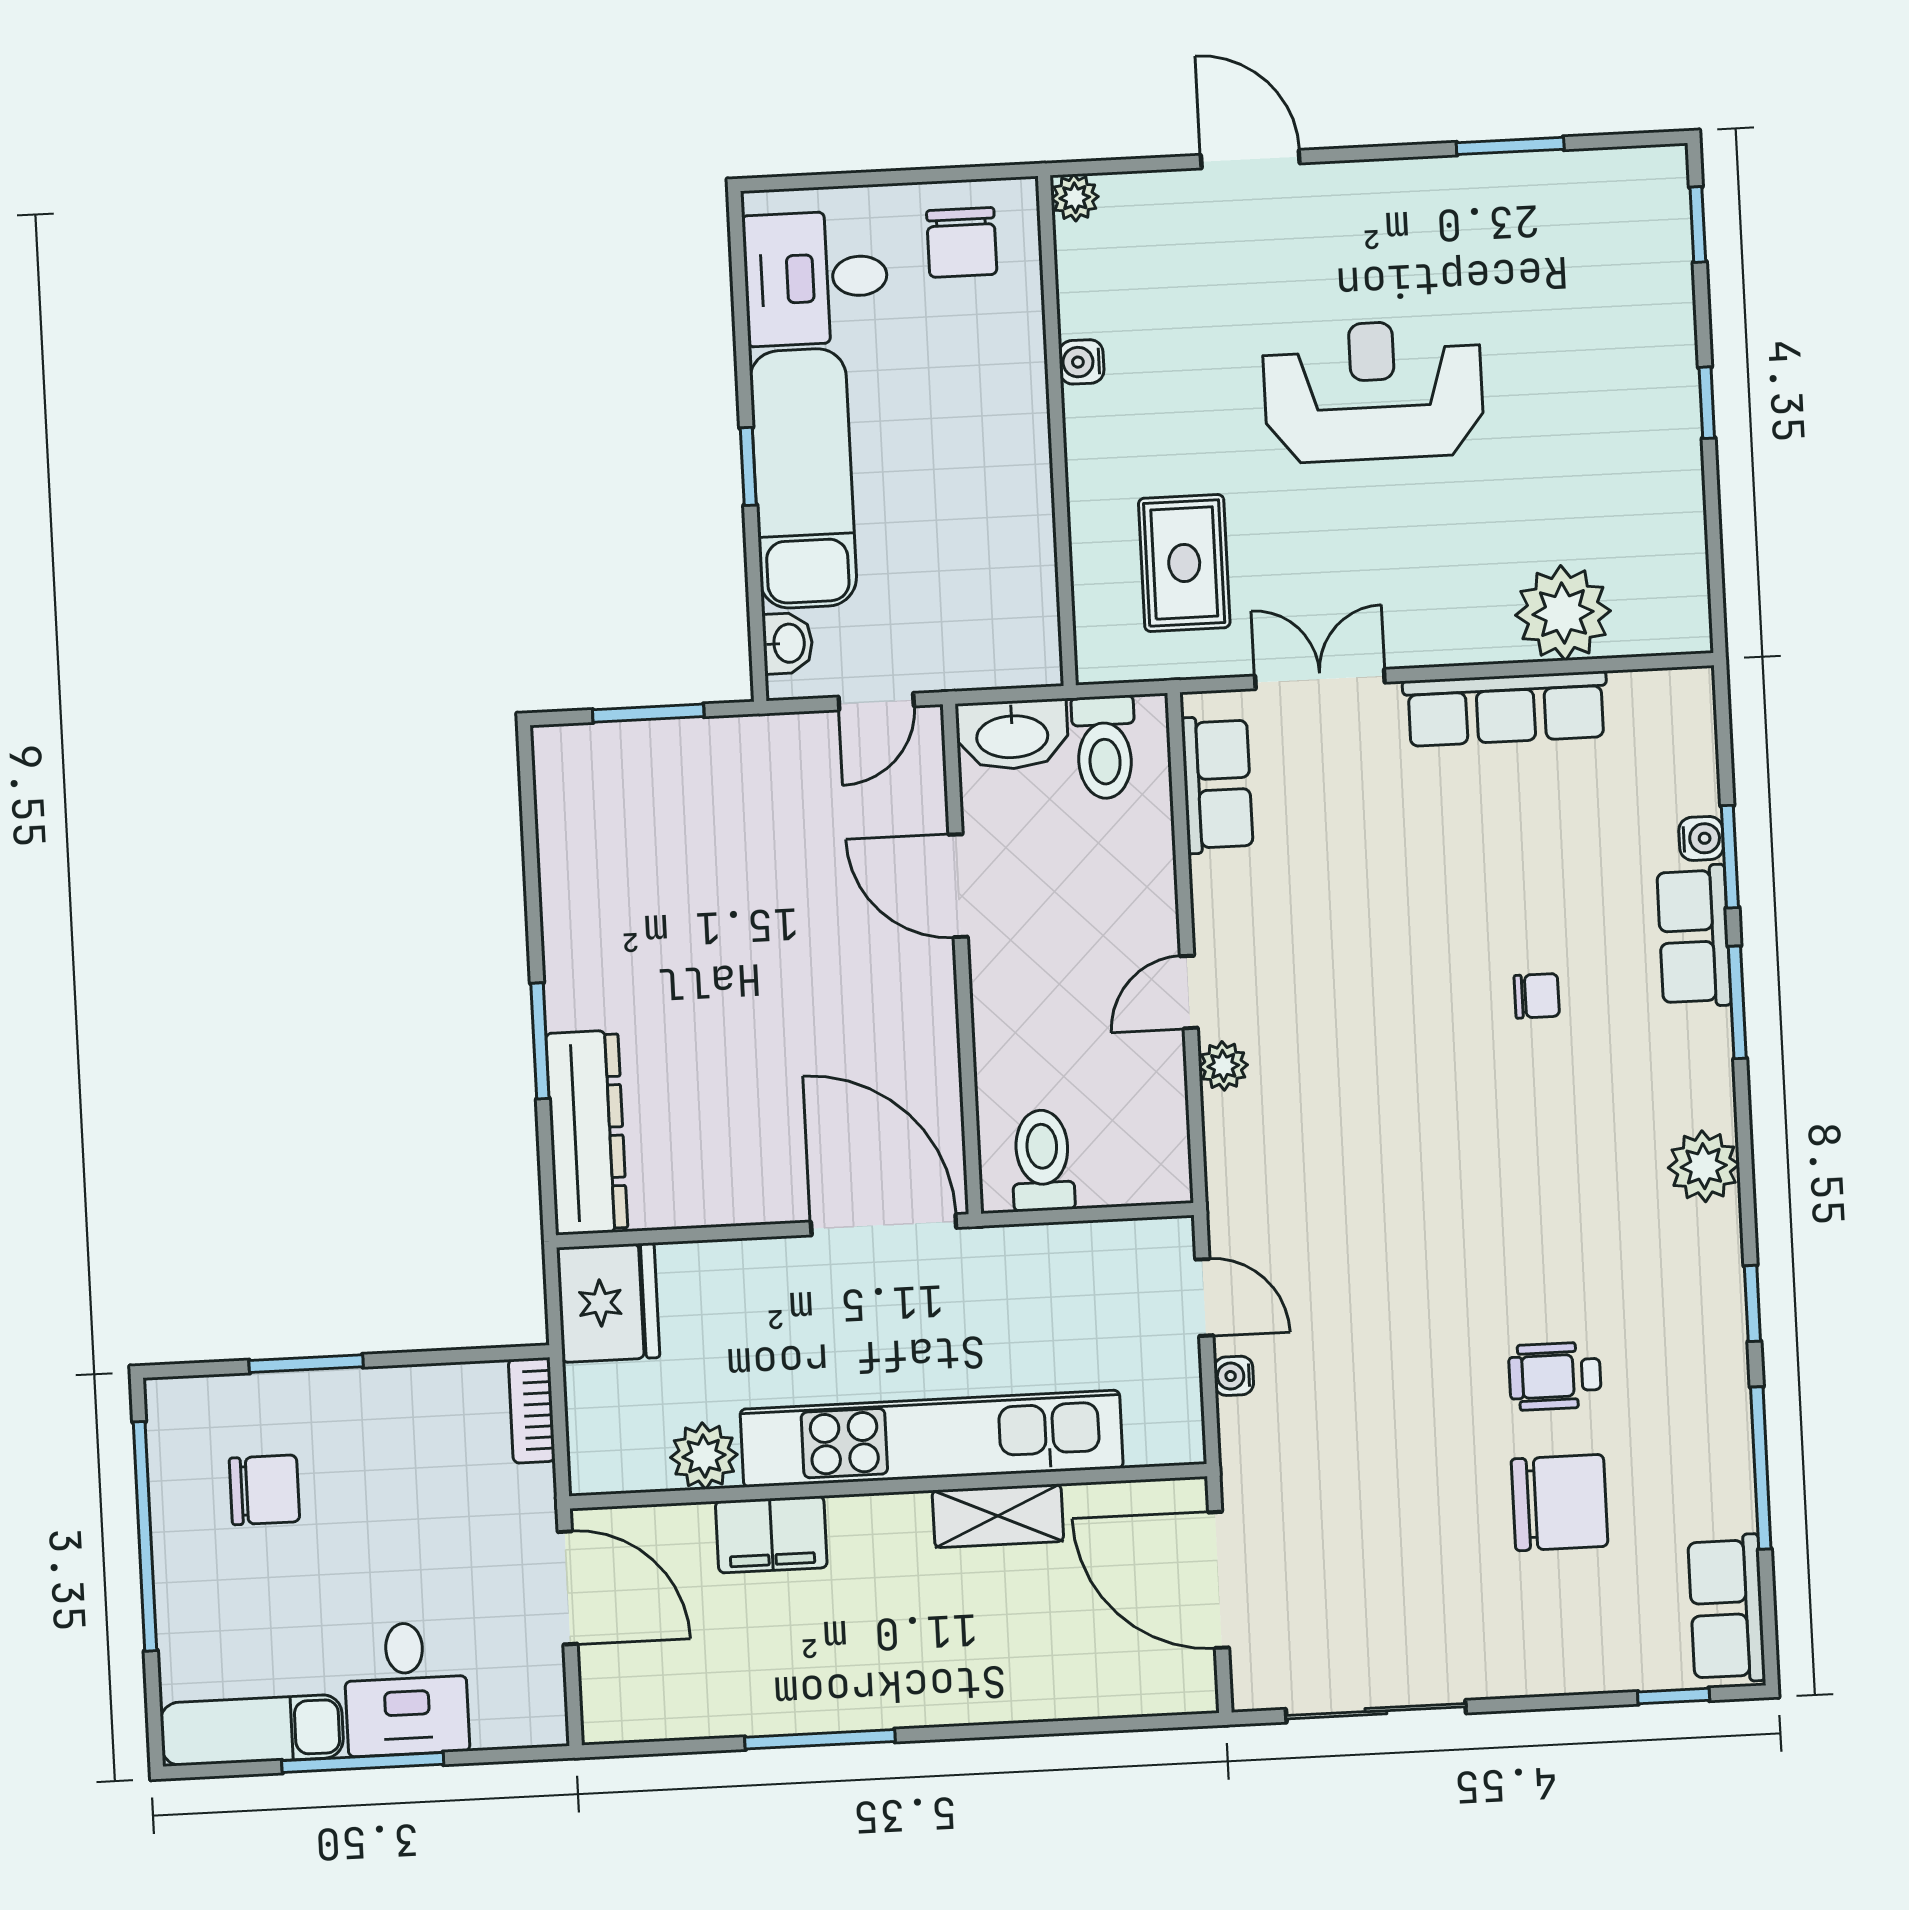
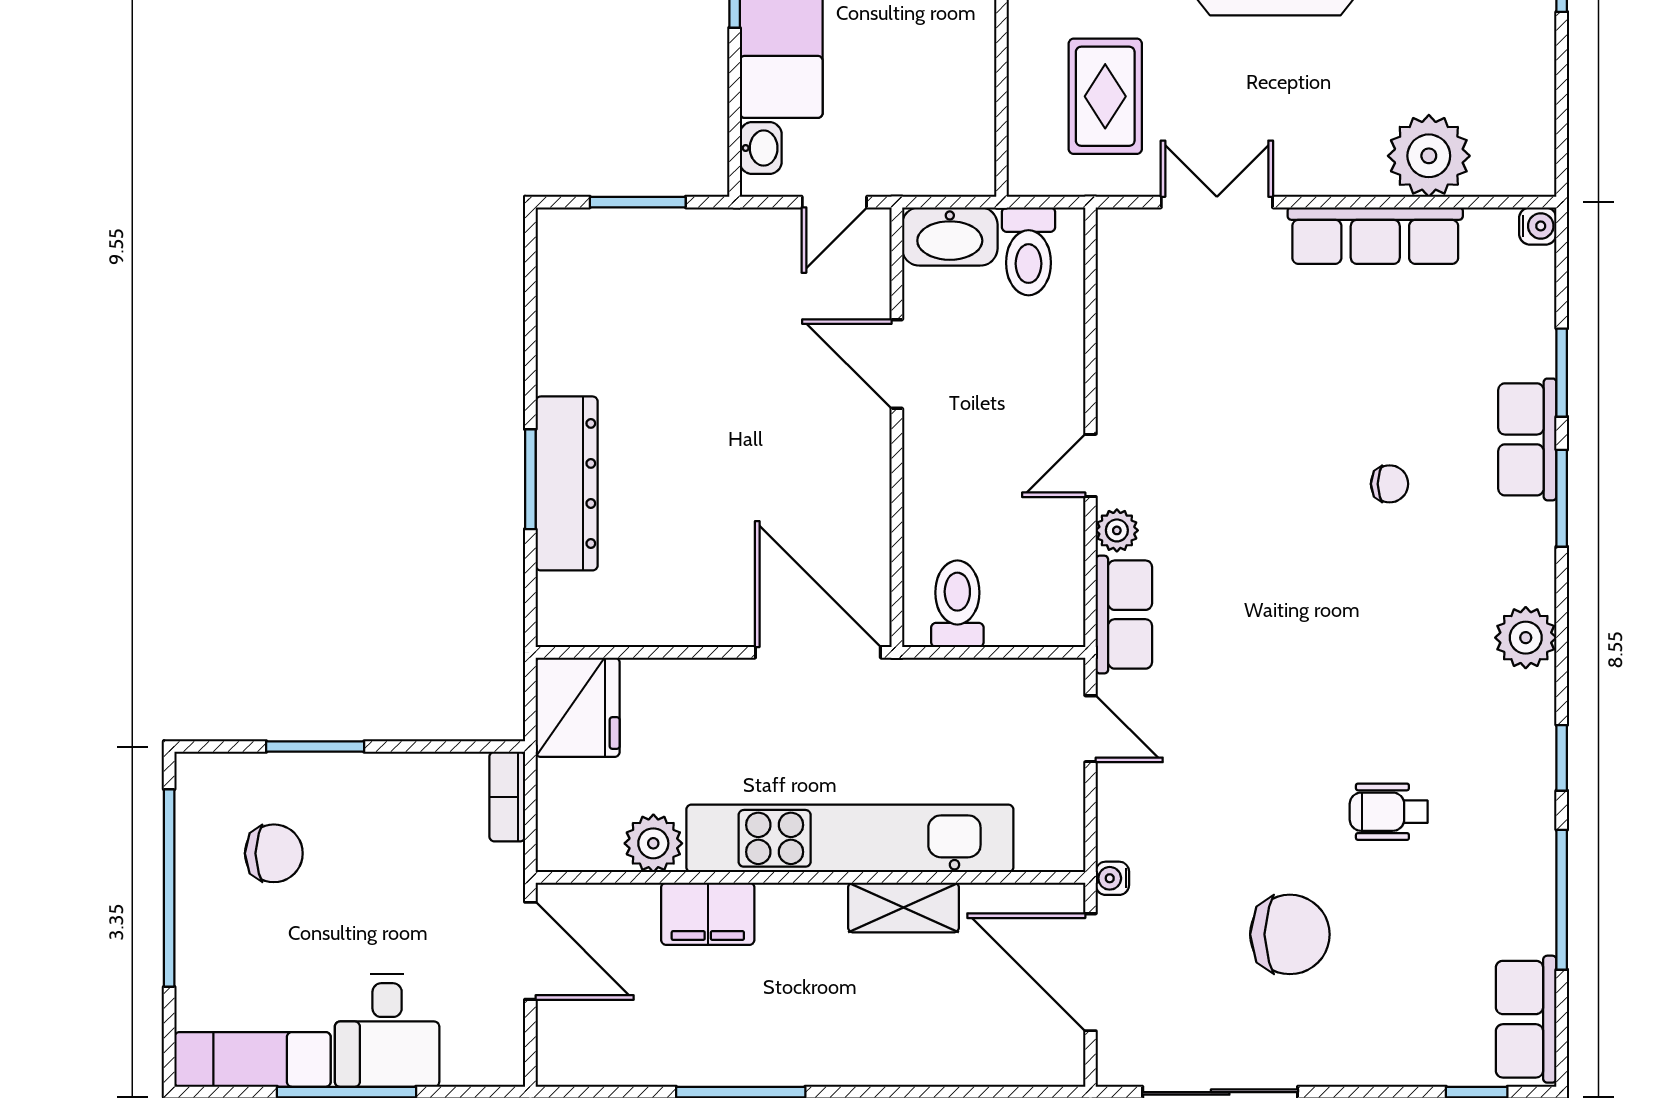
row of seats: (1217, 784) -> (1124, 615), moved
water cooler: (1701, 838) -> (1538, 226), moved
dresser: (587, 1133) -> (567, 483), moved
water cooler: (1234, 1376) -> (1112, 878), moved
chair: (1560, 1503) -> (1290, 934), moved

